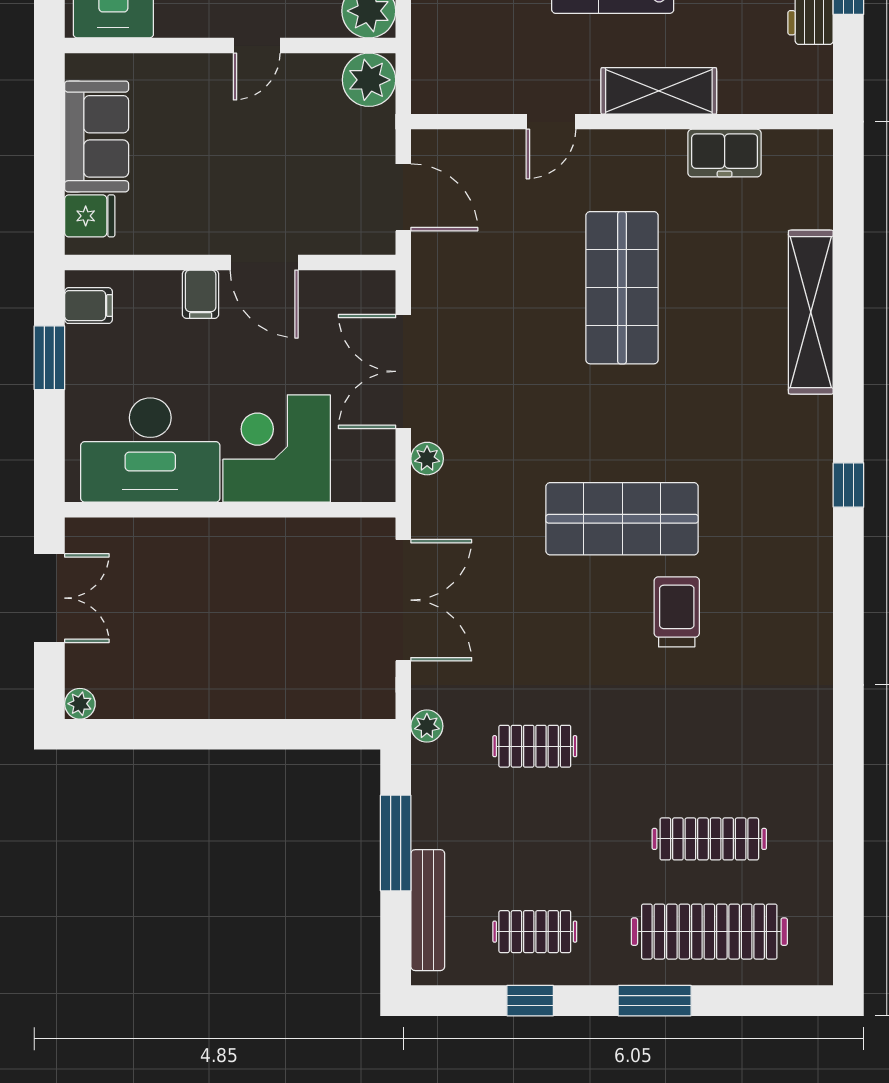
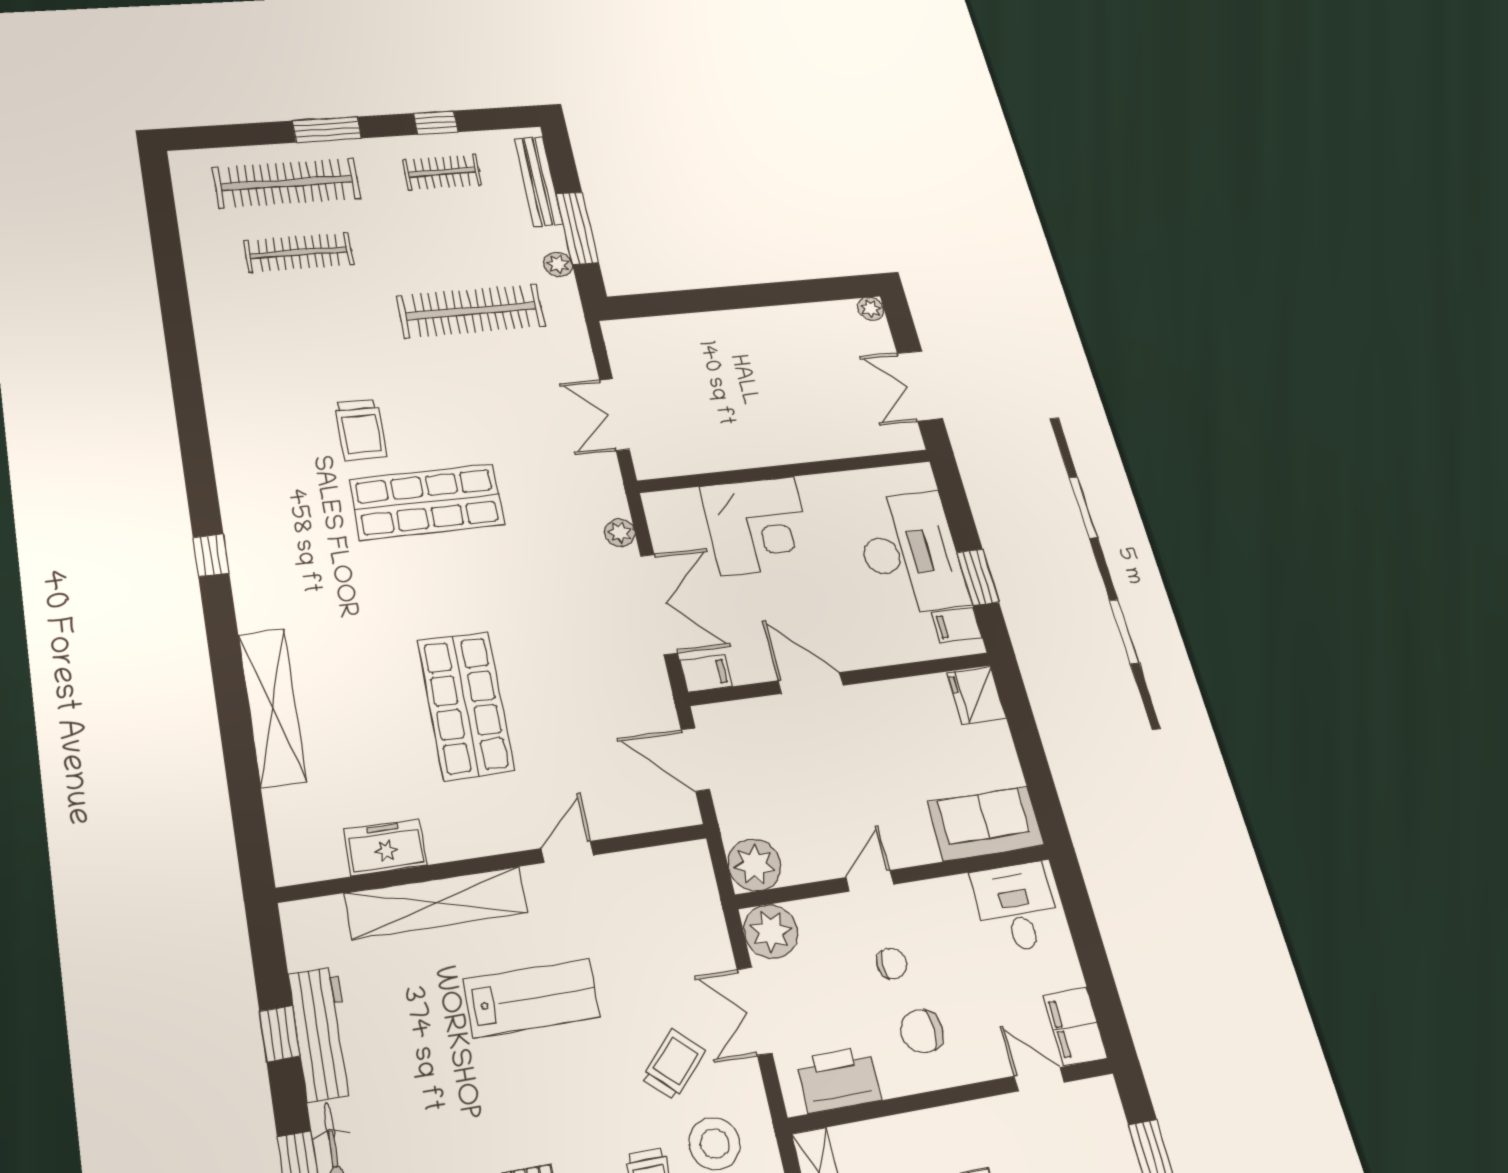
shelving: (659, 91) -> (436, 903), width x1.47
sofa: (97, 136) -> (986, 824), moved, turned 90
fridge: (90, 216) -> (977, 695), width x1.38
filing cabinet: (201, 294) -> (706, 673), moved, turned 90
desk: (150, 450) -> (910, 552), moved, turned 90
double door: (403, 600) -> (614, 414), width x0.73
plant: (427, 726) -> (558, 264), moved
clothes rail: (535, 746) -> (471, 311), width x1.86, depth x1.31

